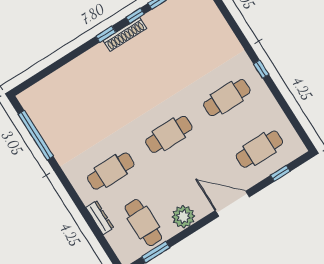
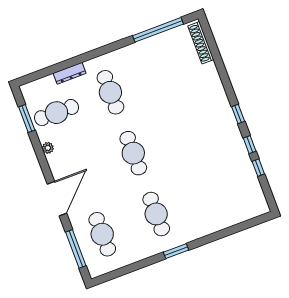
shoe rack: (125, 34) -> (201, 43), moved
window: (261, 69) -> (176, 251), width x1.50
window: (280, 173) -> (76, 249), width x2.17
plant: (183, 217) -> (48, 148), width x0.53, depth x0.53

